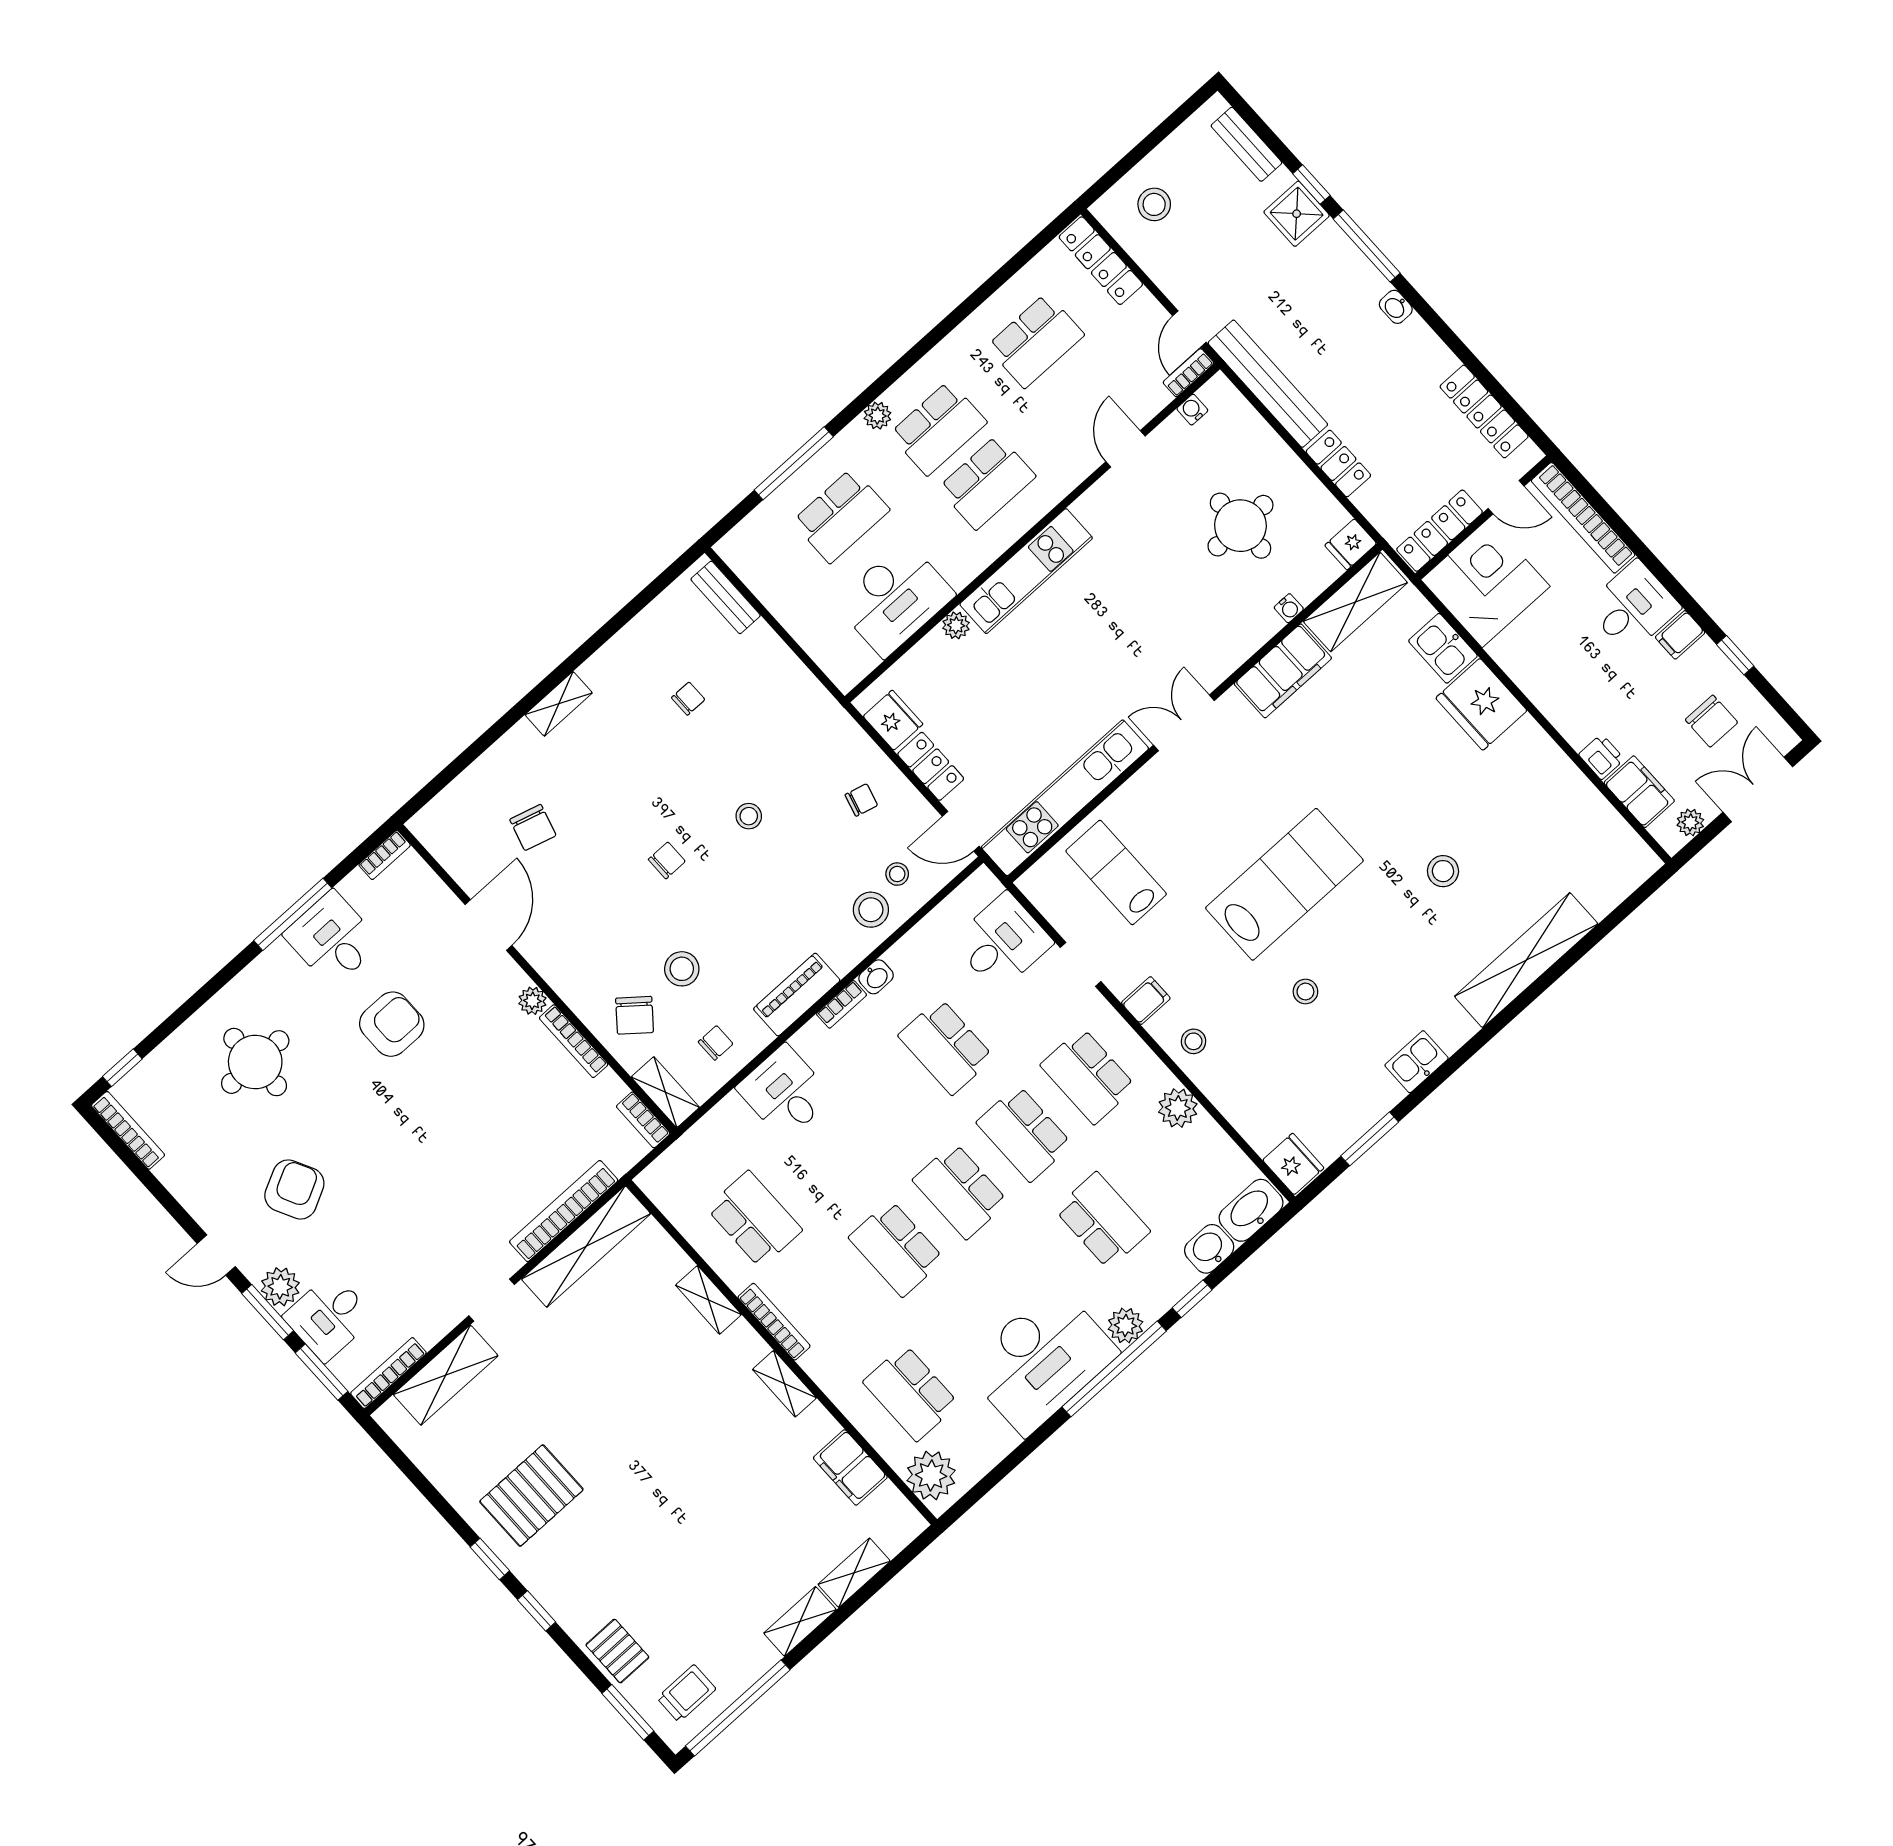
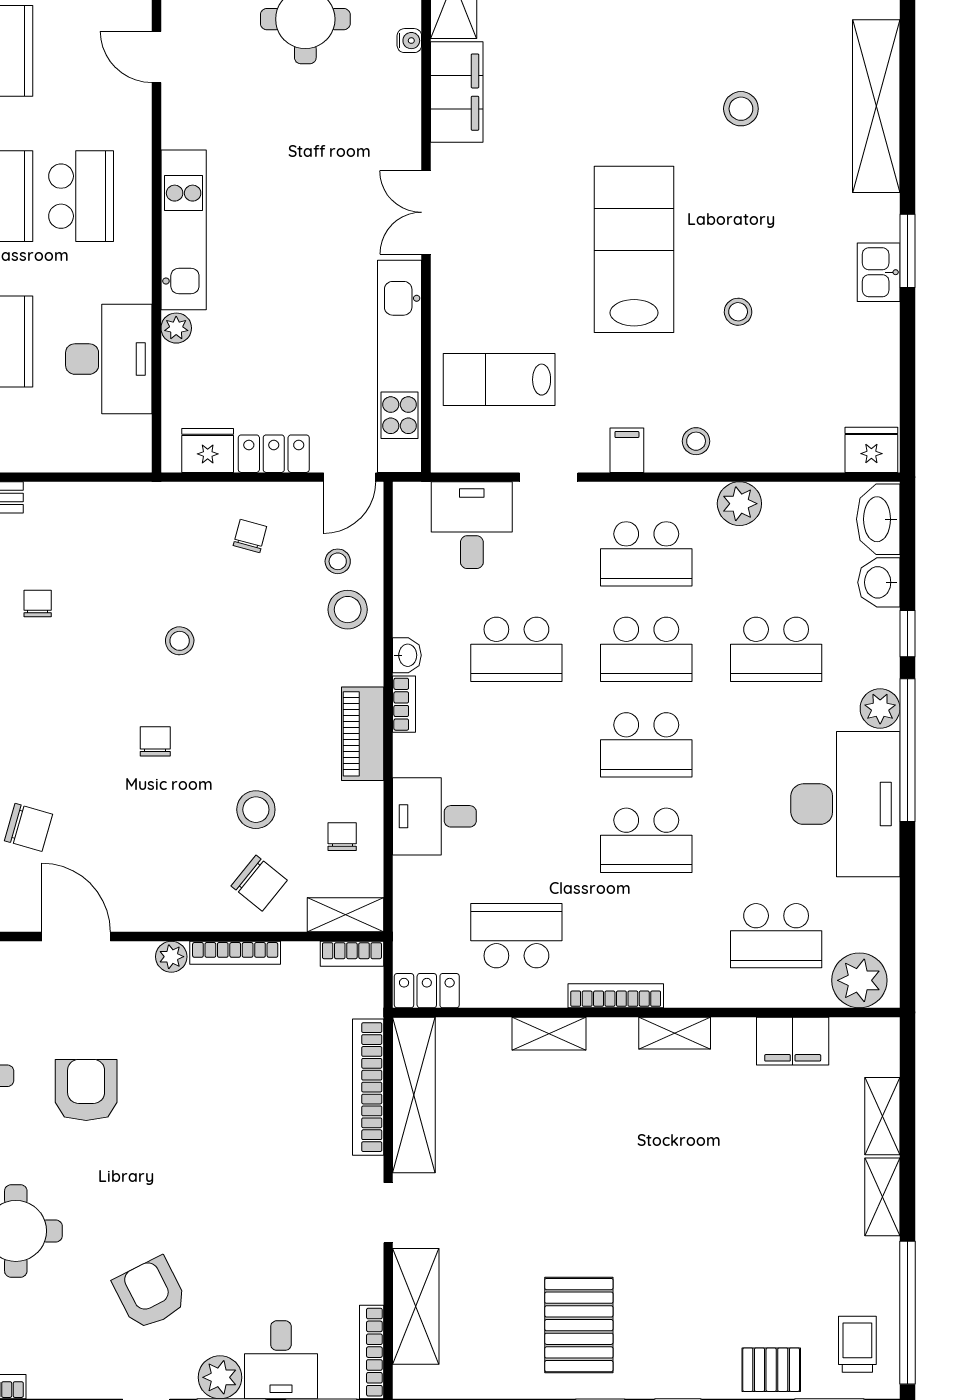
window: (1370, 1139) -> (907, 251), moved
locker: (664, 1192) -> (427, 991), added
school desk: (1102, 1220) -> (776, 649), turned 180

